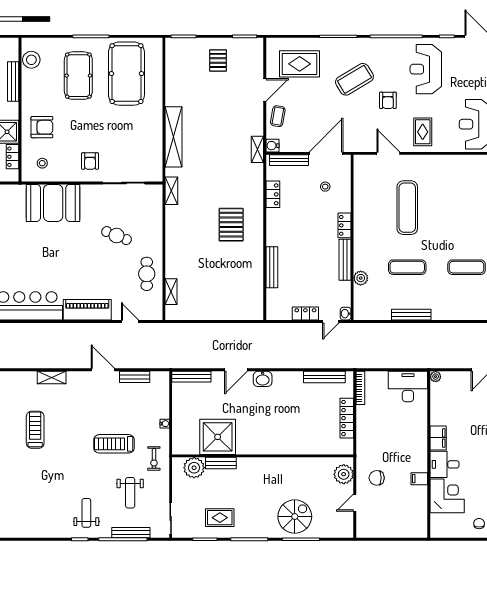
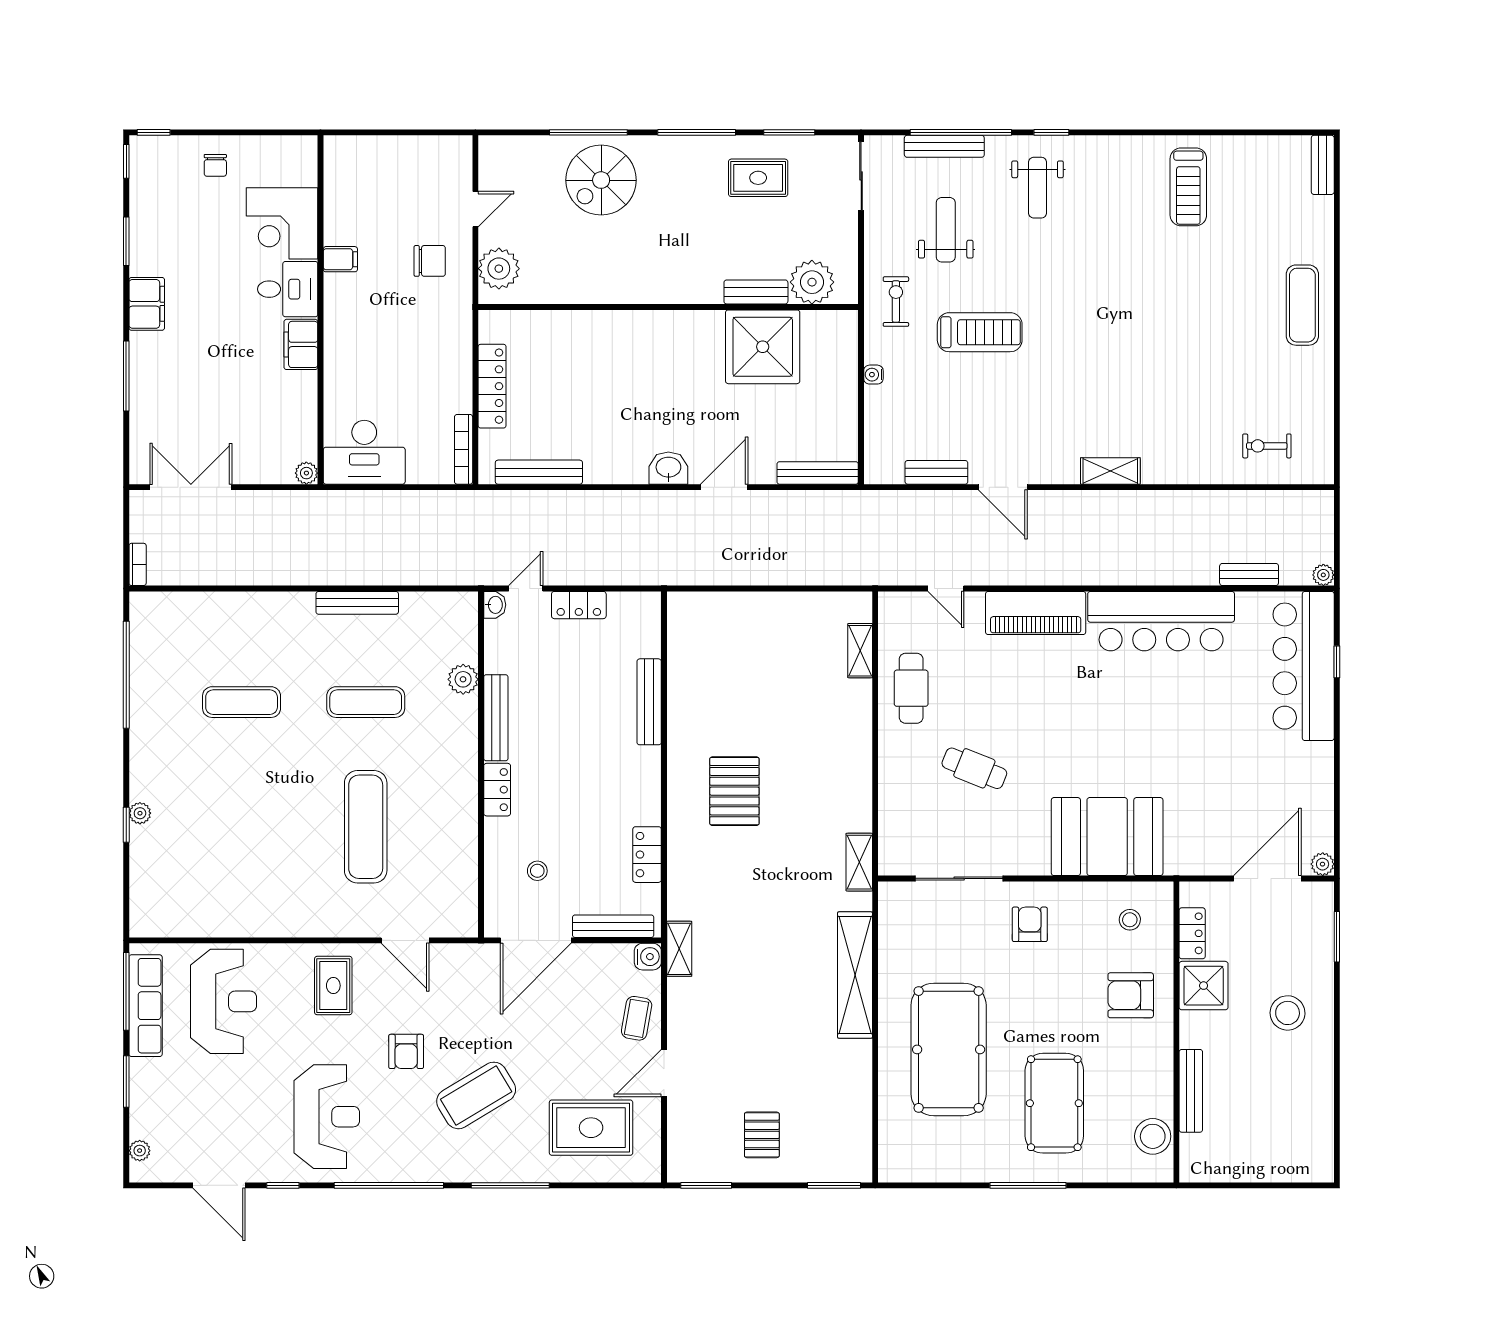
pool table: (126, 74) -> (949, 1049), moved
armchair: (388, 100) -> (406, 1051), turned 180
treadmill: (35, 430) -> (1188, 187), moved

